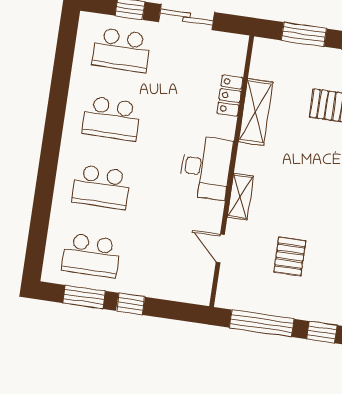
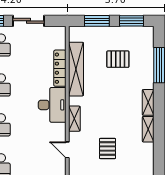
locker: (230, 96) -> (60, 68), width x1.53
shelving: (256, 112) -> (76, 69), width x1.47

